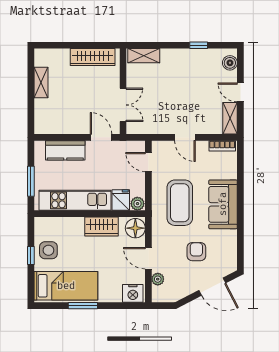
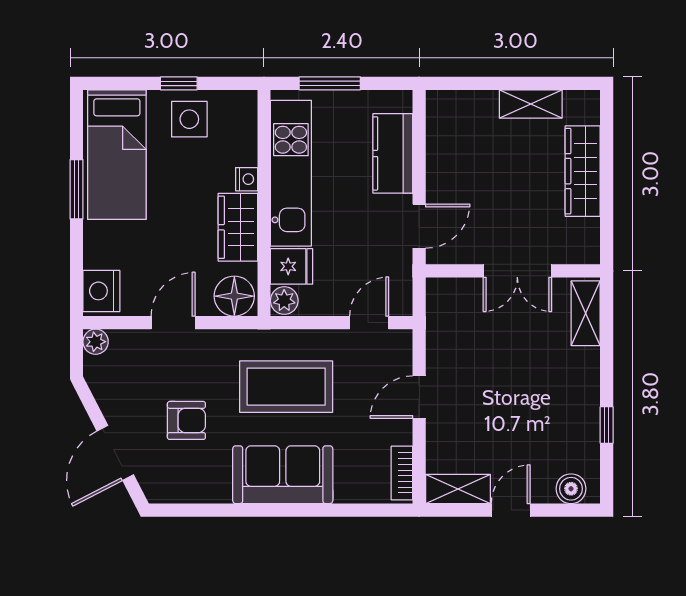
wardrobe: (93, 57) -> (583, 171), moved
double door: (123, 105) -> (517, 271), moved
nightstand: (78, 222) -> (247, 179), added
plant: (158, 279) -> (96, 342), moved

